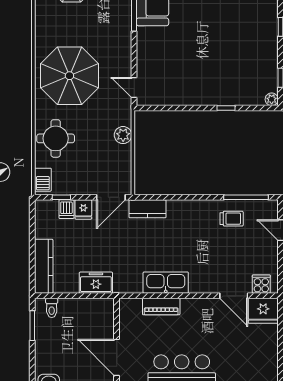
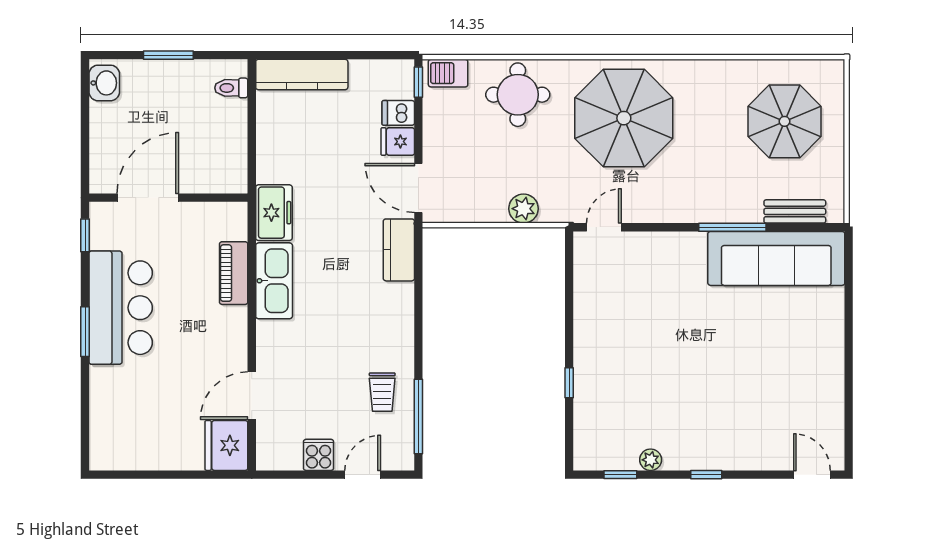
plant: (272, 99) -> (651, 460), moved
window: (61, 197) -> (418, 82), moved
freezer: (96, 283) -> (274, 213), moved
cooker: (261, 284) -> (319, 455), moved, turned -90
window: (32, 326) -> (168, 55), moved

